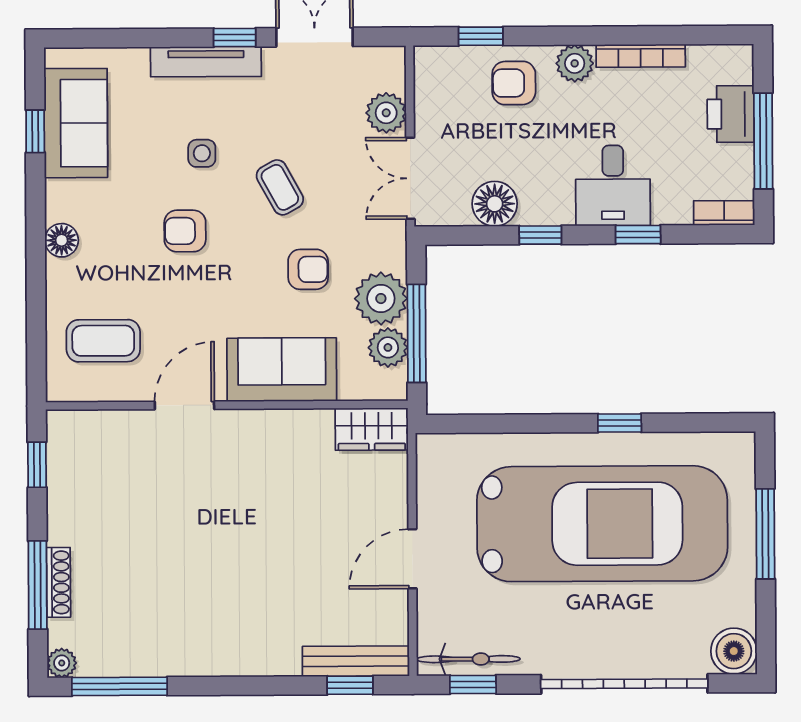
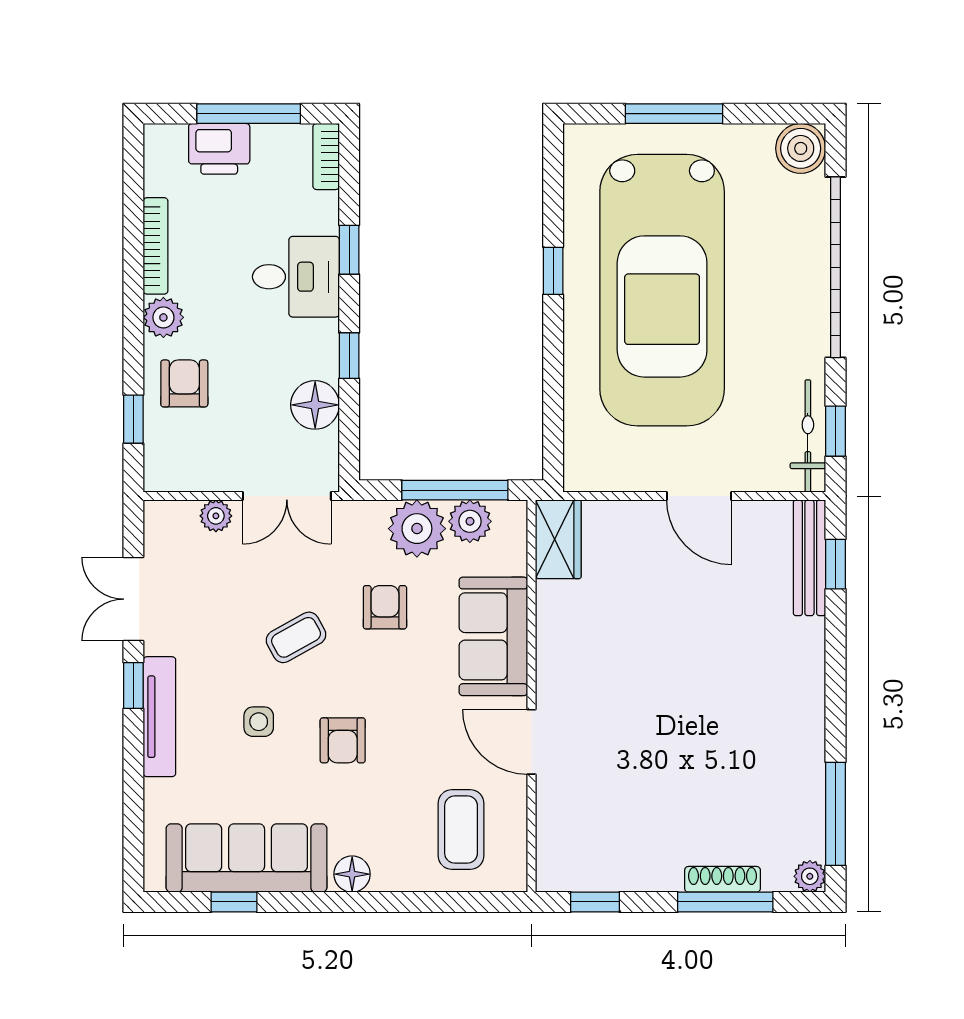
armchair: (514, 83) -> (184, 383), turned 180
plant: (386, 113) -> (216, 516), width x0.73, depth x0.73
sofa: (76, 123) -> (247, 858), width x1.36
car: (602, 524) -> (662, 290), turned 180

